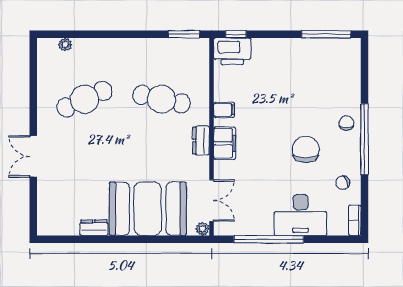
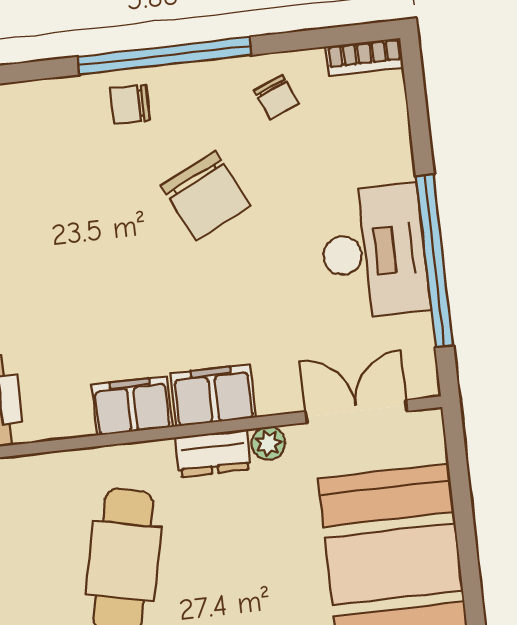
filing cabinet: (224, 110) -> (132, 406), width x2.00
chair: (306, 149) -> (206, 196), turned -116
desk: (301, 215) -> (374, 252), moved
plant: (203, 229) -> (268, 443), moved

